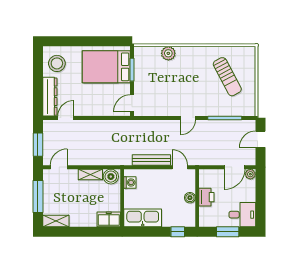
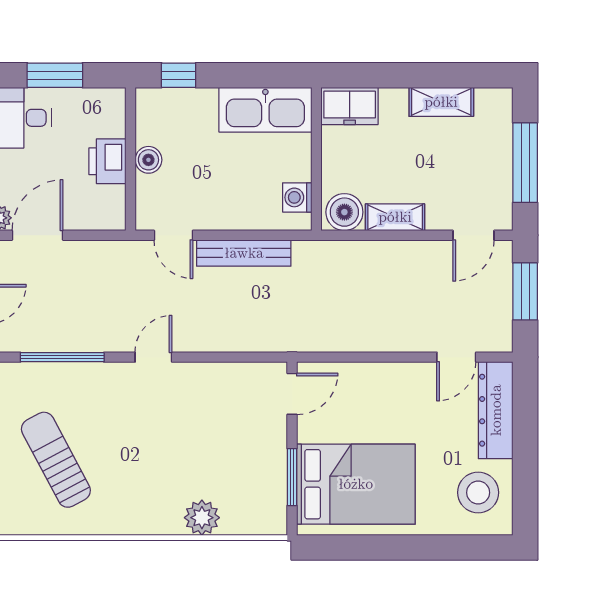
shelving: (56, 221) -> (441, 102), moved

